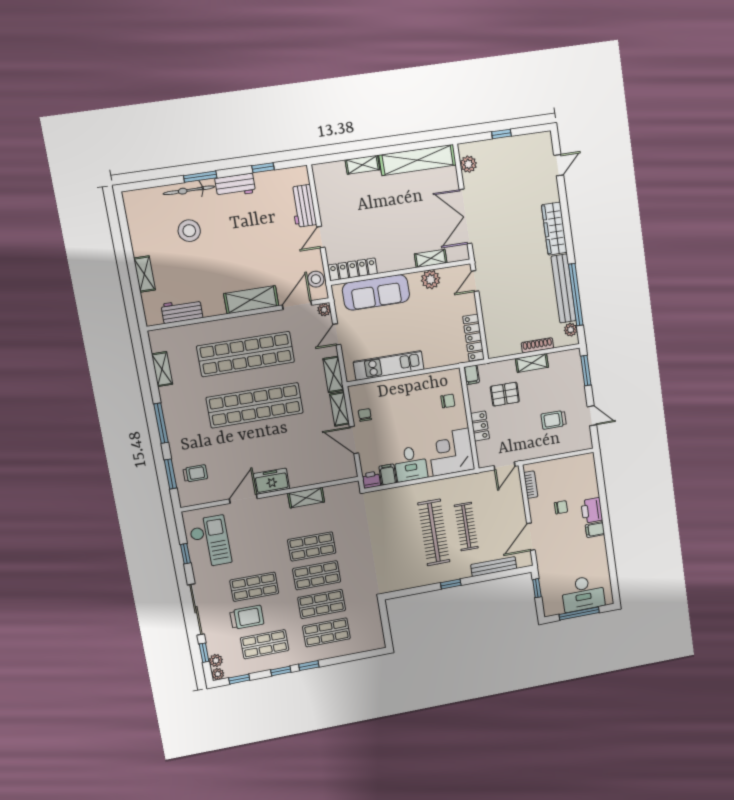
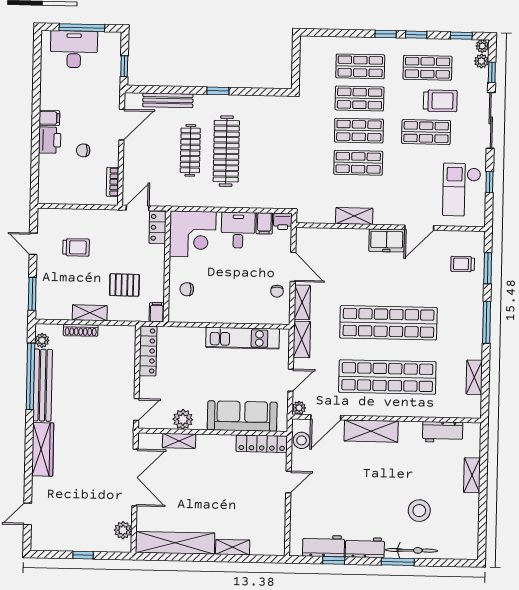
workbench: (303, 206) -> (324, 546), moved, turned -90
locker: (480, 426) -> (158, 227), moved
trolley: (247, 617) -> (440, 101), turned 180

